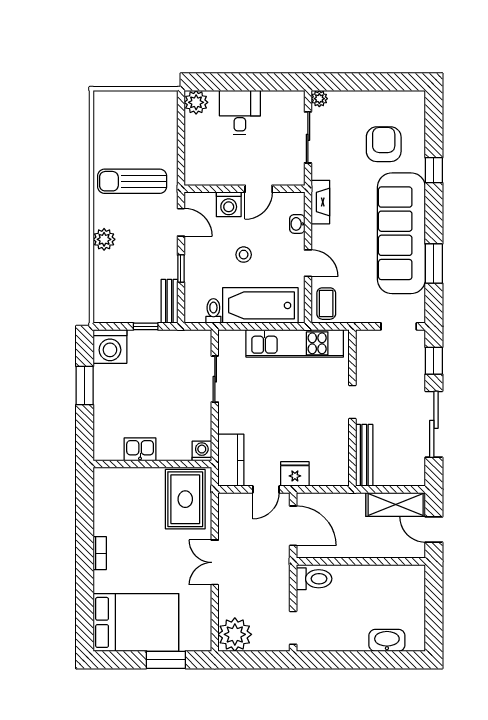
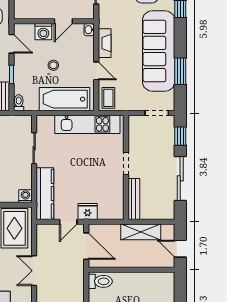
fireplace: (320, 202) -> (105, 43), moved
washbasin: (297, 224) -> (89, 30), moved
toilet: (213, 311) -> (19, 103), moved
kitchen counter: (231, 460) -> (45, 194), width x1.50
shelving: (396, 504) -> (141, 232), moved

